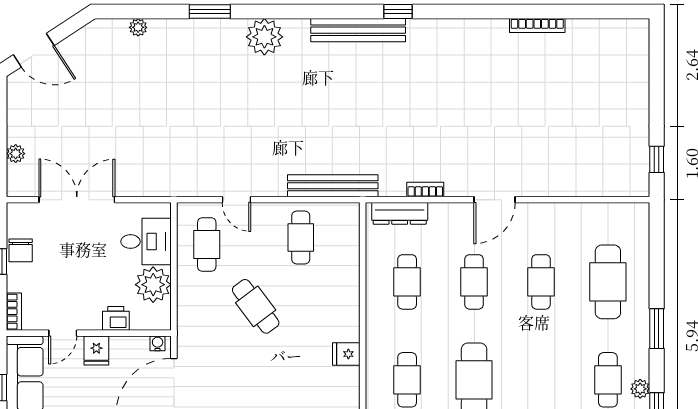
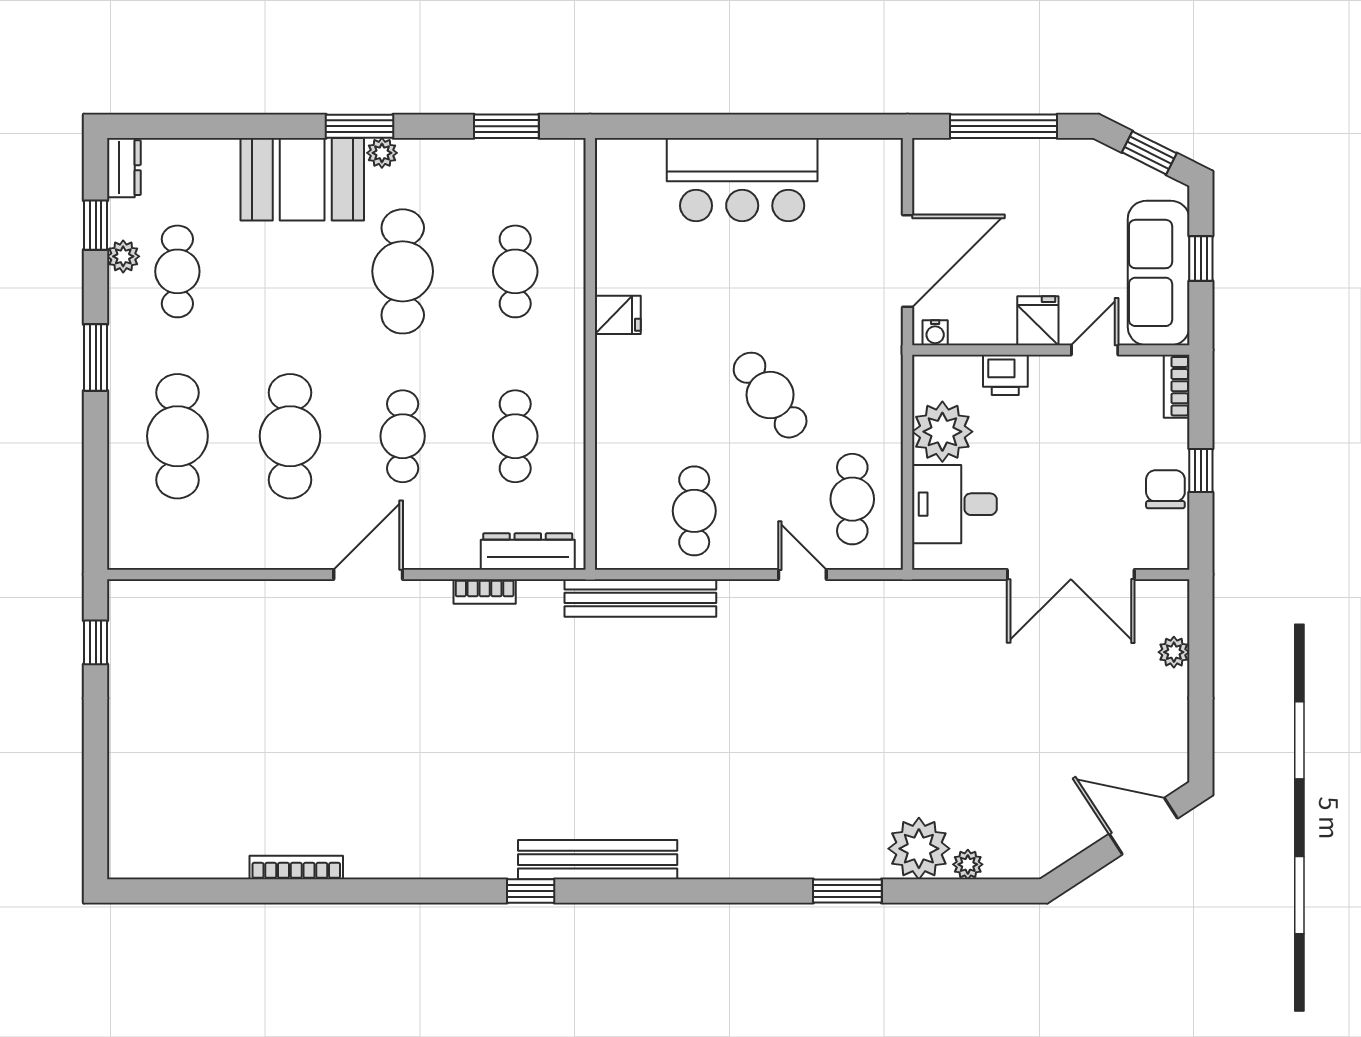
plant: (264, 37) -> (919, 849), moved
cafe table: (541, 282) -> (290, 436), width x1.37, depth x1.35

